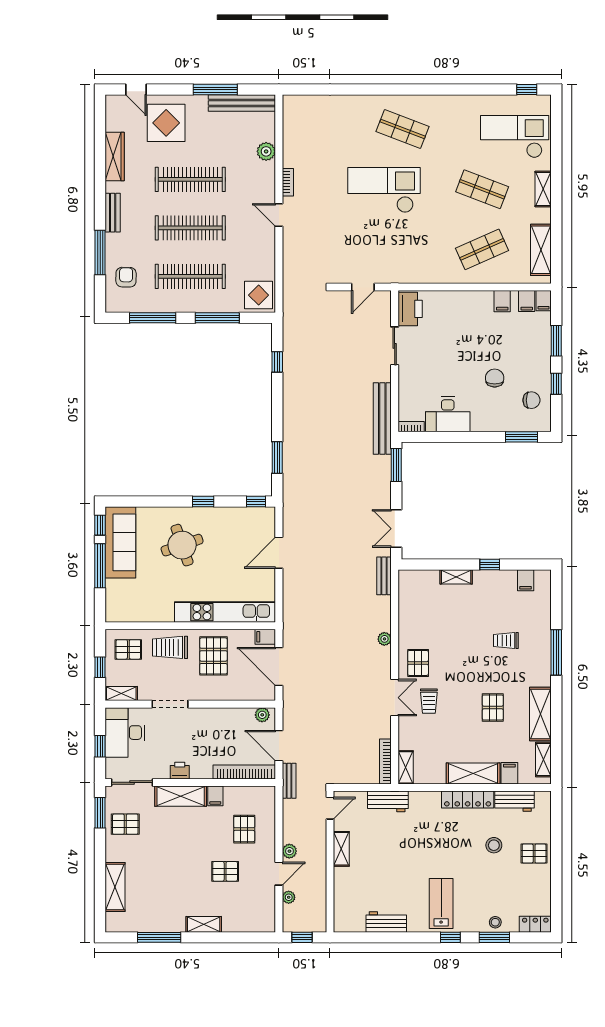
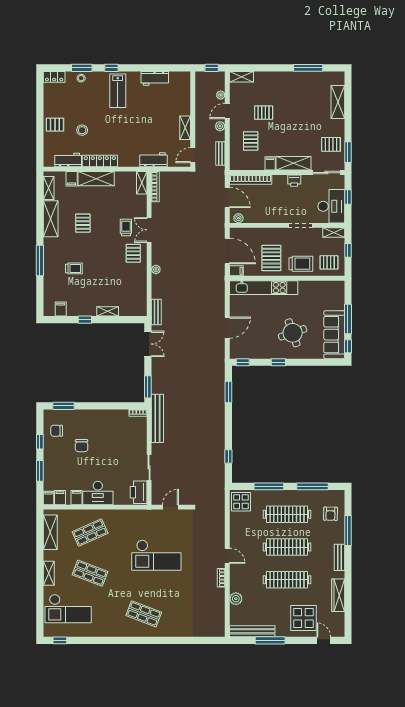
checkout: (384, 190) -> (156, 555), moved
desk: (448, 414) -> (98, 493), moved, turned 180
bench: (289, 781) -> (220, 153), moved
shelving: (204, 924) -> (241, 77), moved

